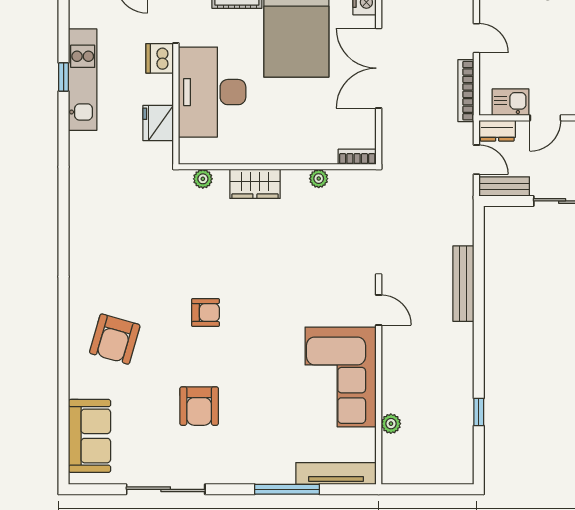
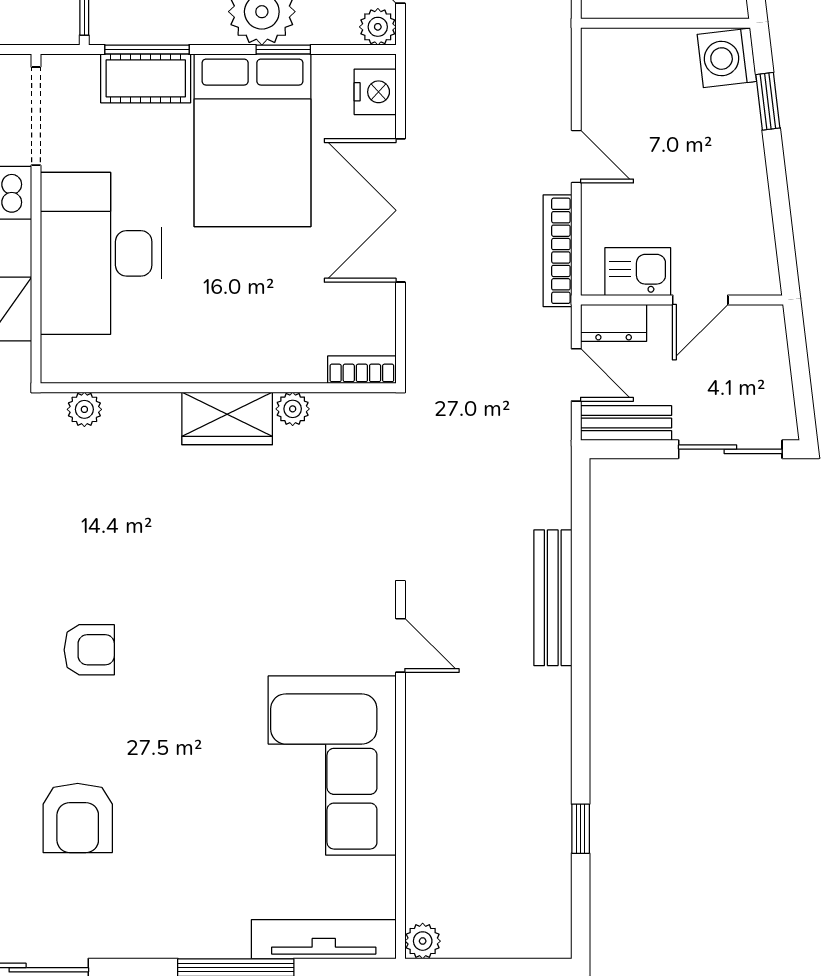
wardrobe: (255, 184) -> (227, 418), moved
plant: (391, 424) -> (423, 941), moved

